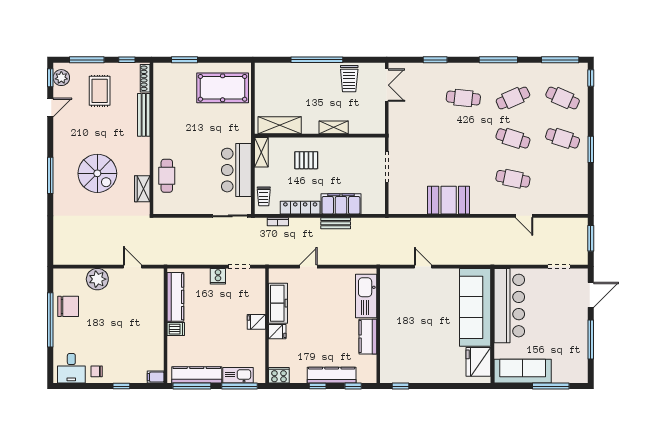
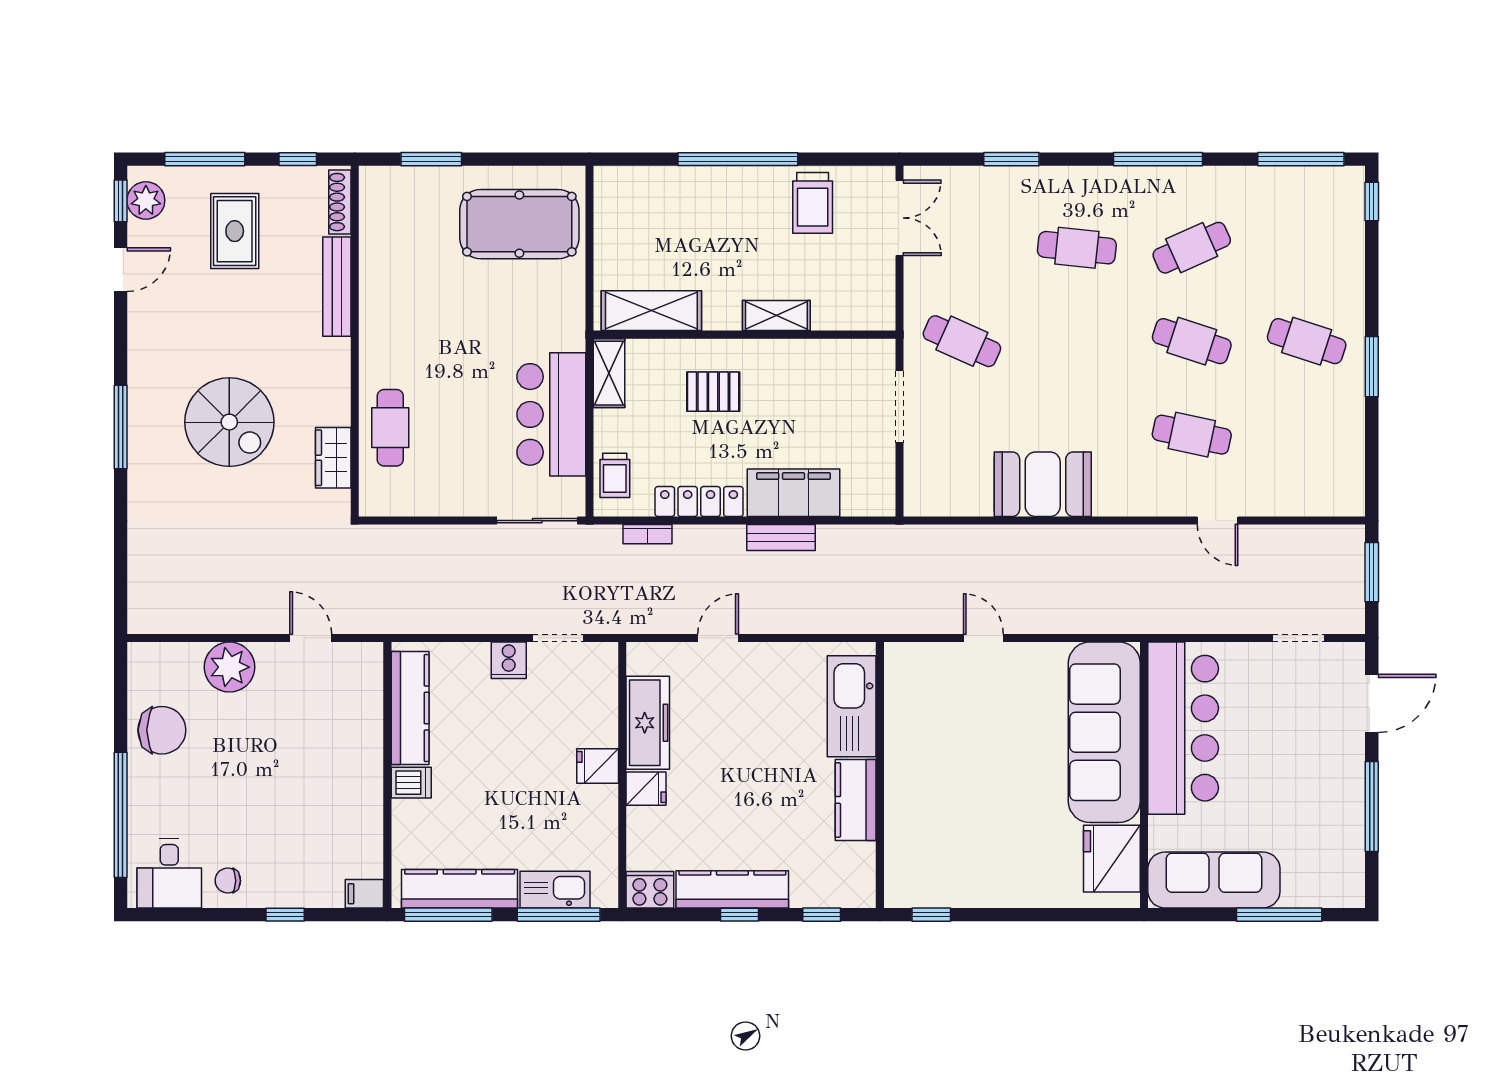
cafe table: (563, 98) -> (962, 341), moved
window: (50, 320) -> (121, 815), moved
kitchen counter: (332, 375) -> (732, 889), moved

